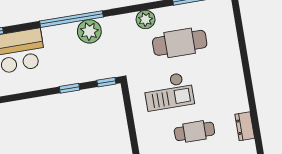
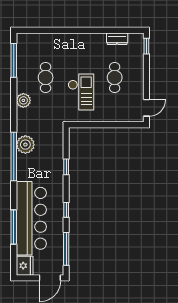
cafe table: (180, 43) -> (46, 77), width x0.73, depth x0.74
window: (106, 82) -> (66, 210), moved

